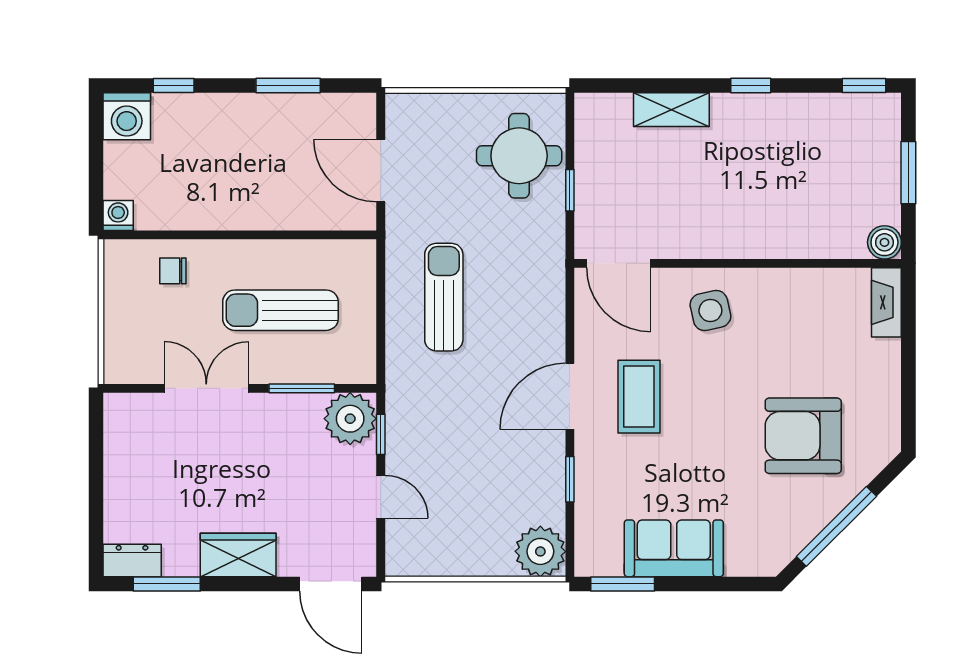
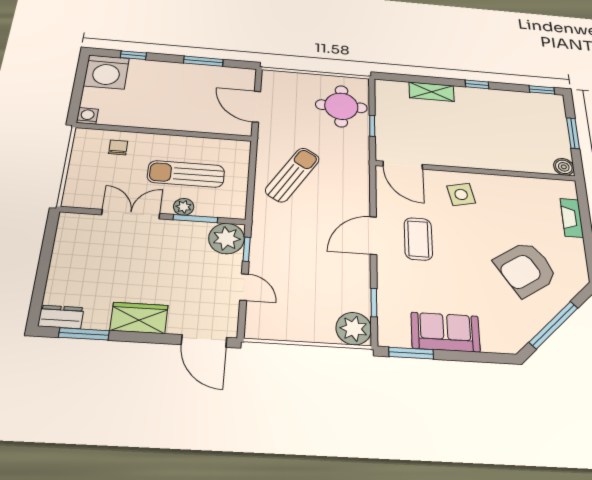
washing machine: (127, 116) -> (106, 72), width x1.37, depth x1.37
chair: (173, 271) -> (118, 147), turned 90
sun lounger: (444, 297) -> (292, 175), turned 32
fireplace: (886, 302) -> (572, 218), moved
plant: (283, 369) -> (184, 207), added
armchair: (803, 436) -> (526, 269), turned -33
window: (570, 479) -> (374, 303), moved

